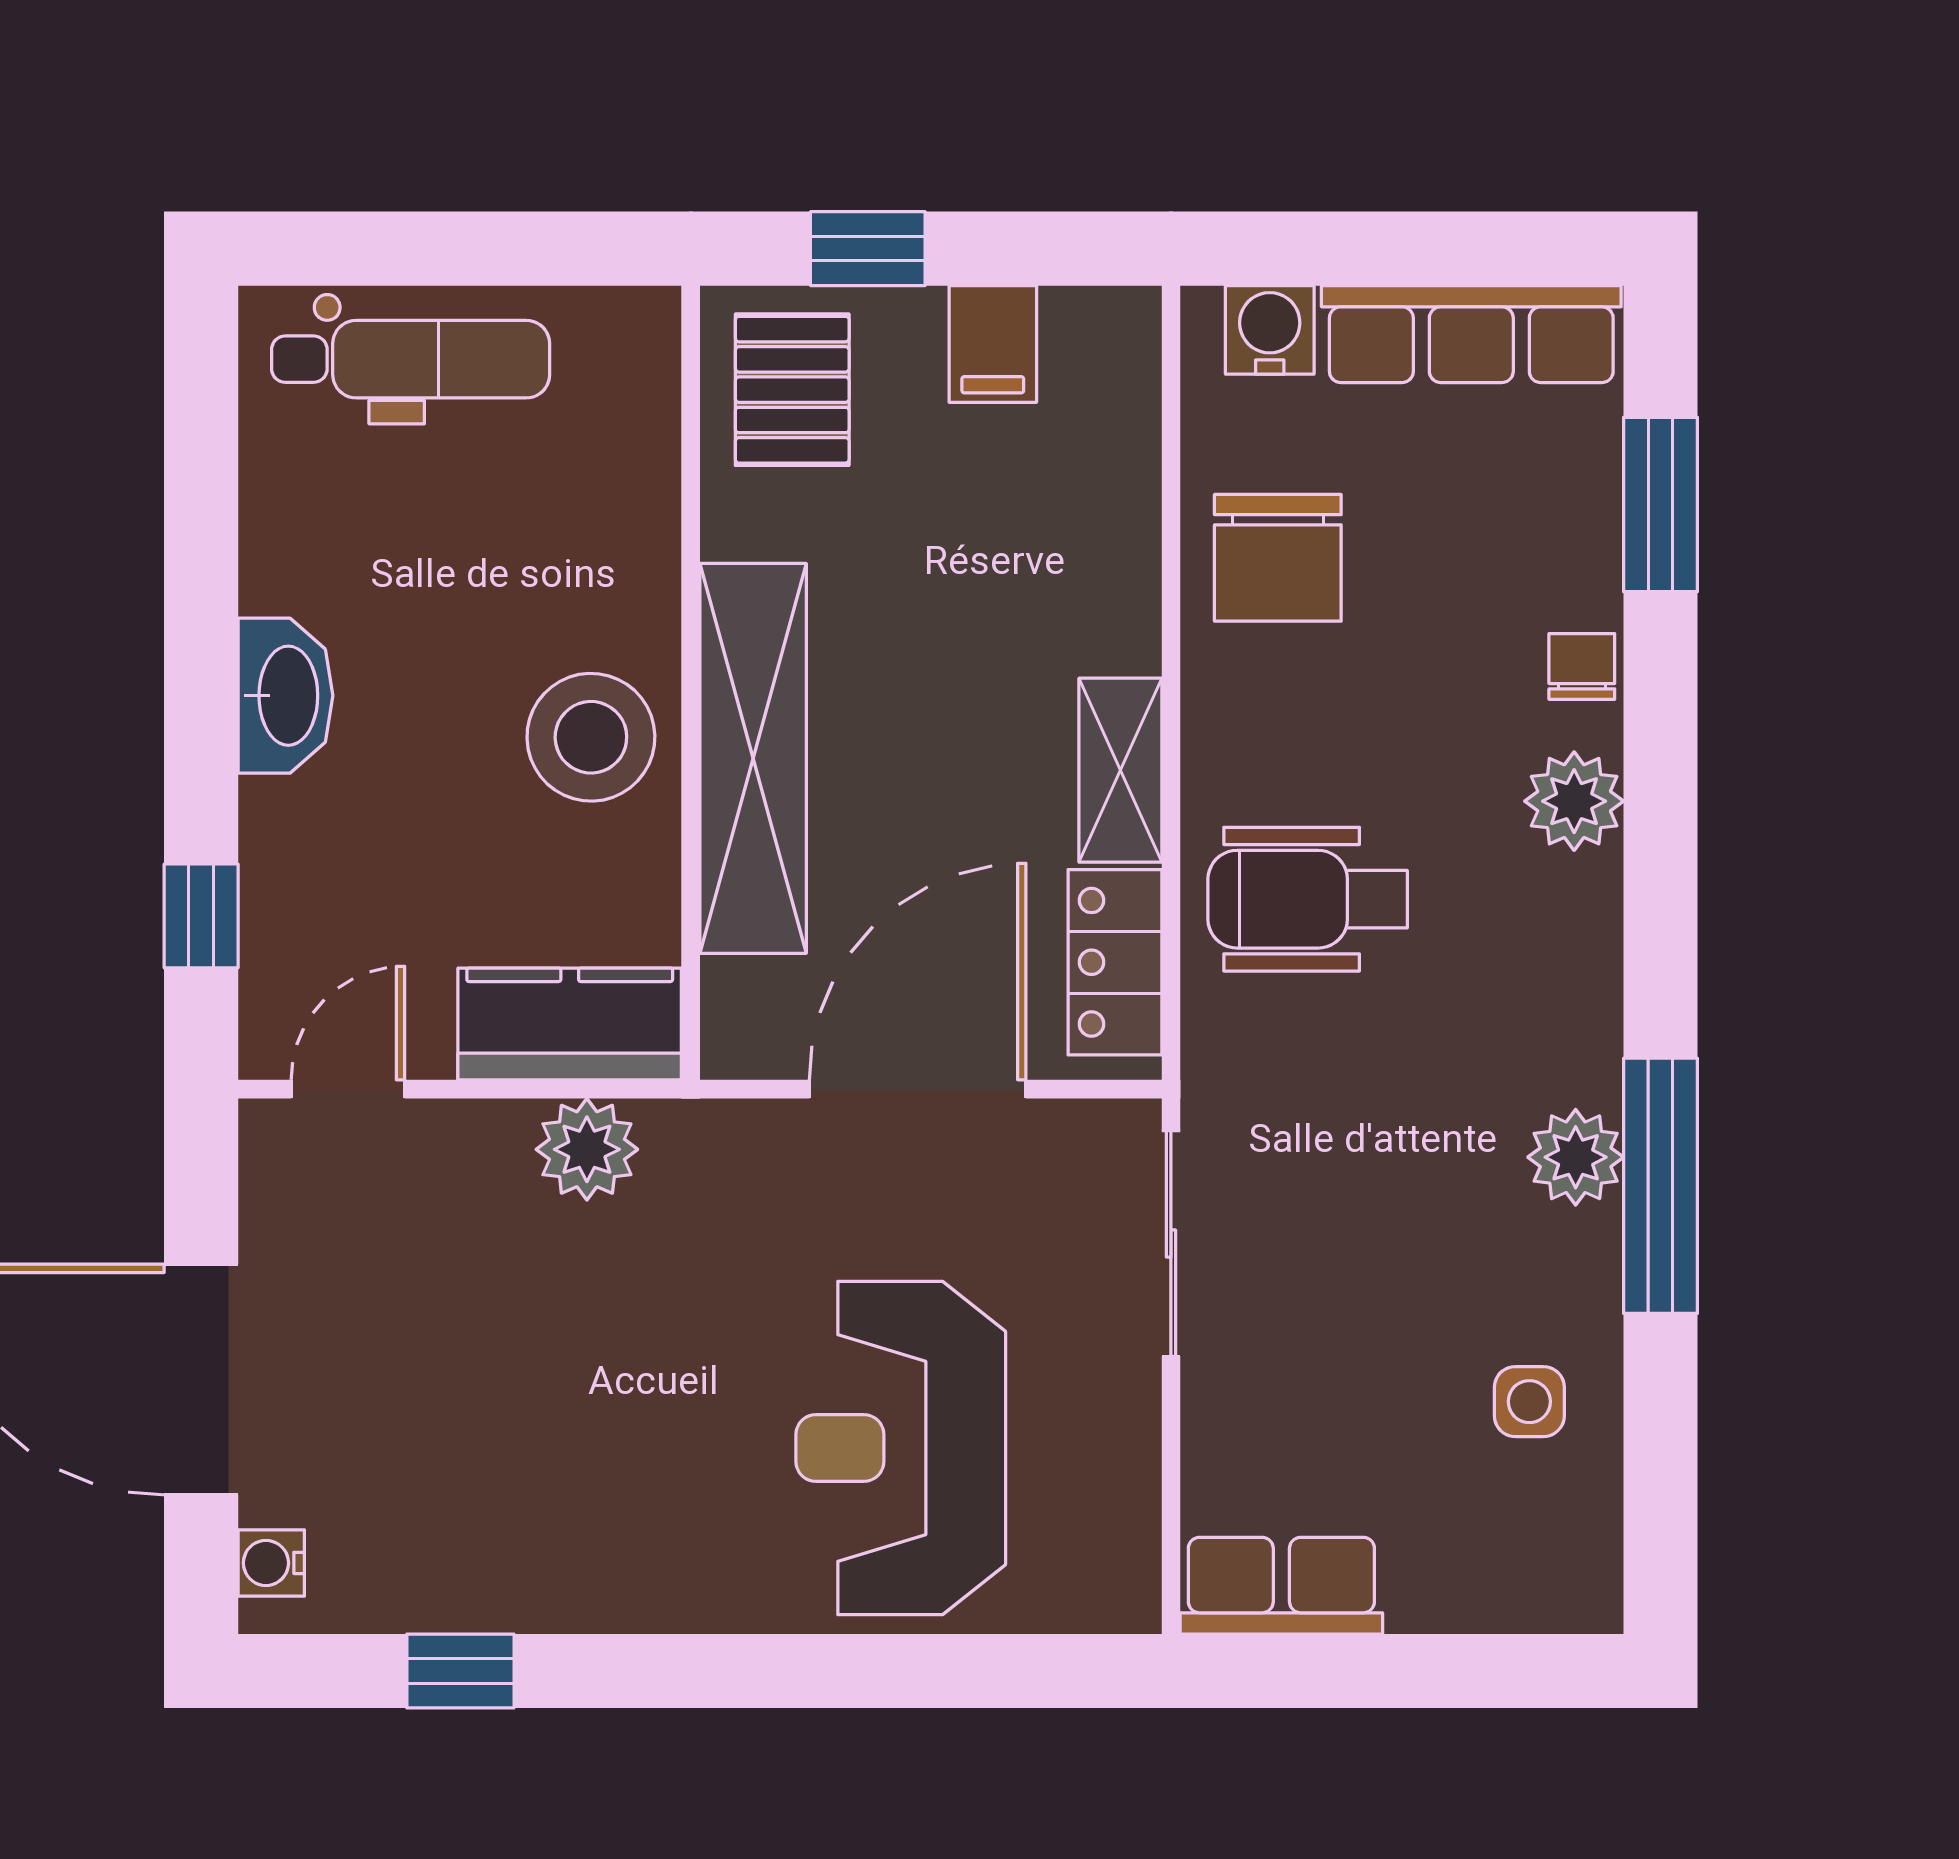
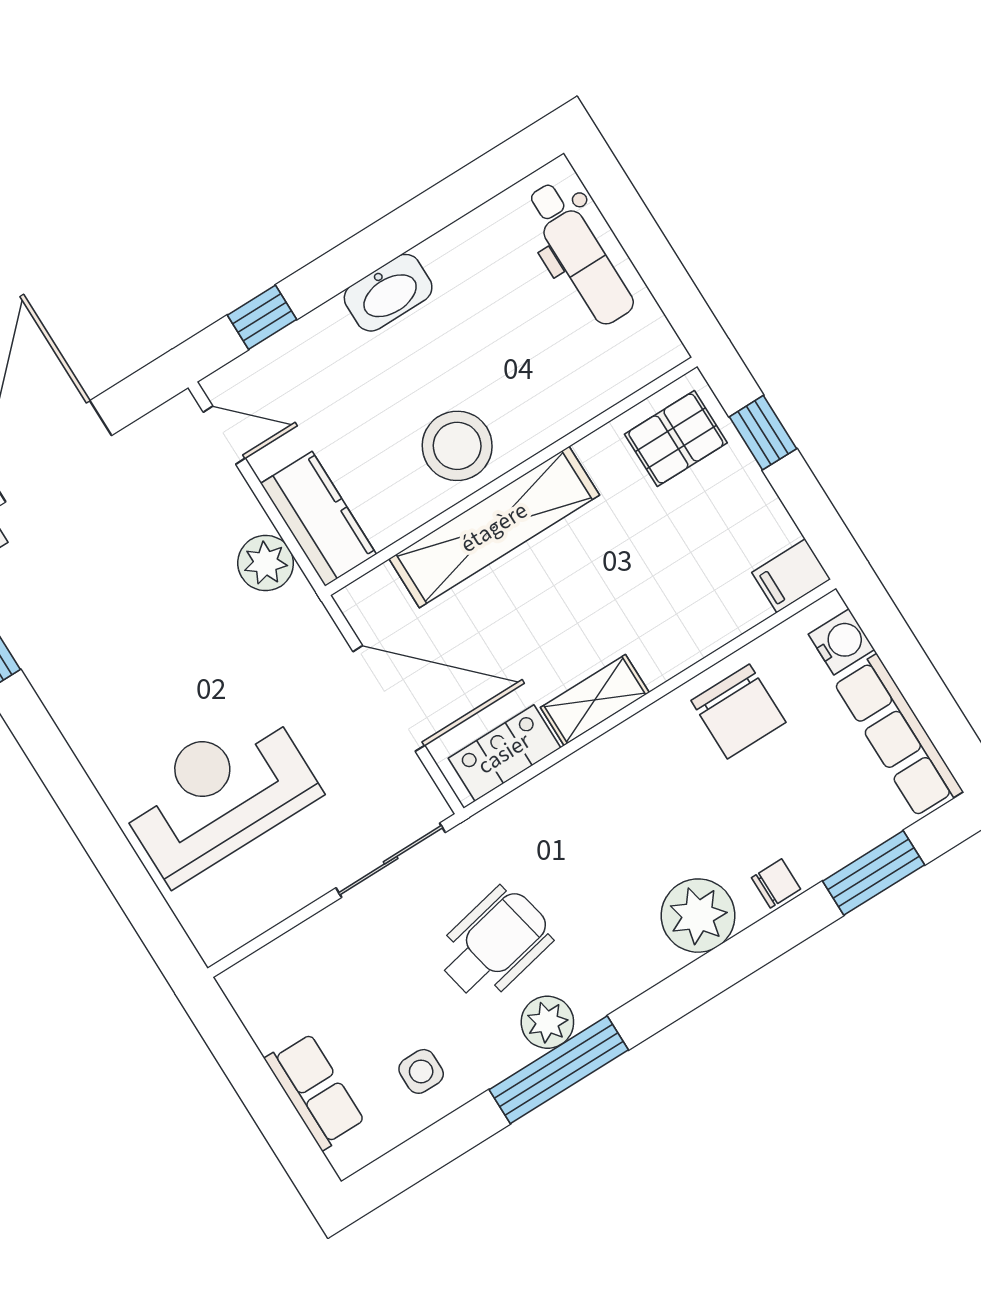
filing cabinet: (993, 344) -> (791, 576), moved
chair: (1278, 558) -> (738, 711), turned -90
plant: (1574, 801) -> (698, 916), width x1.36, depth x1.36
wheelchair: (1308, 899) -> (494, 944), moved, turned 78
row of seats: (1281, 1586) -> (315, 1091), moved

